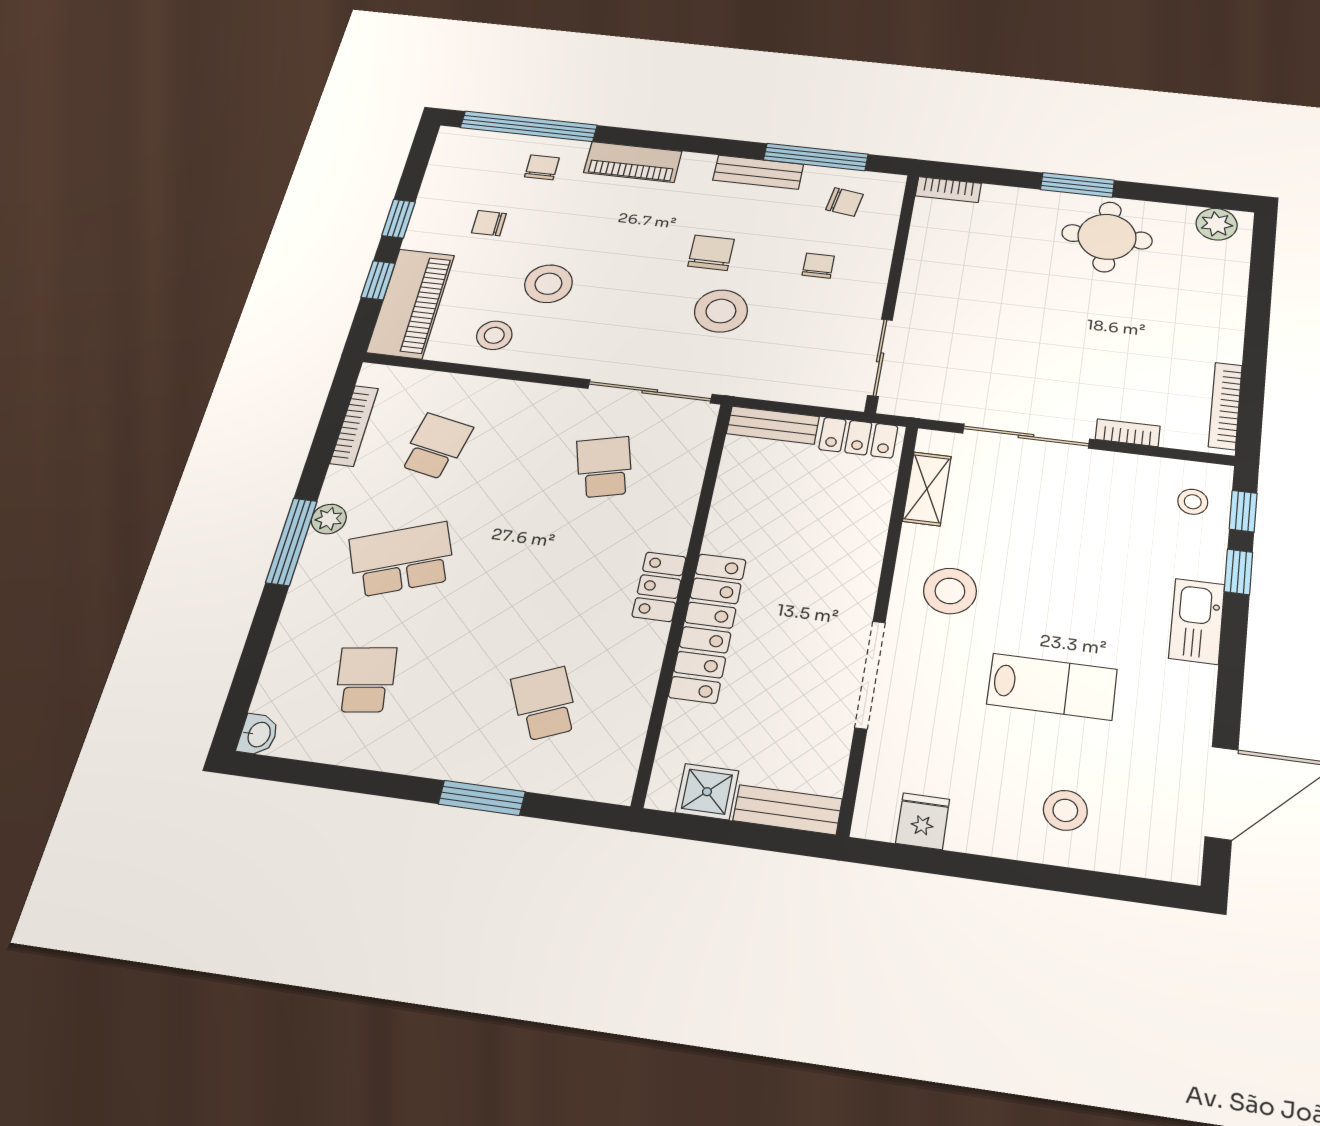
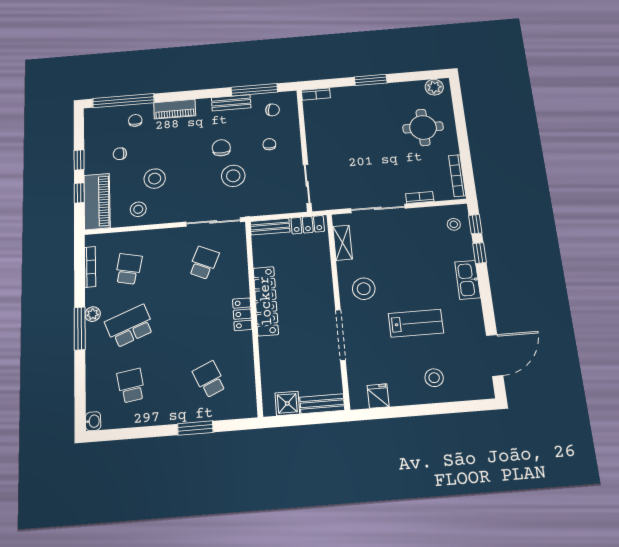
round table: (1107, 237) -> (423, 127), moved
school desk: (604, 467) -> (204, 263), turned 39
locker: (708, 627) -> (266, 301), moved

